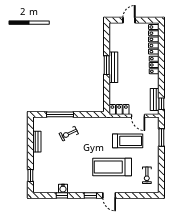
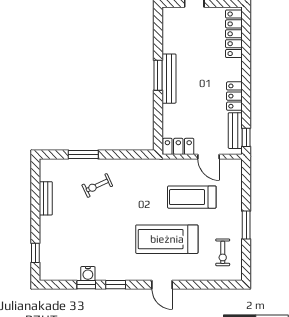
locker: (154, 65) -> (234, 96), moved
window: (60, 114) -> (83, 155), width x0.69
window: (161, 137) -> (246, 225), moved
treadmill: (128, 141) -> (192, 197), turned 180
window: (90, 195) -> (116, 285), moved

